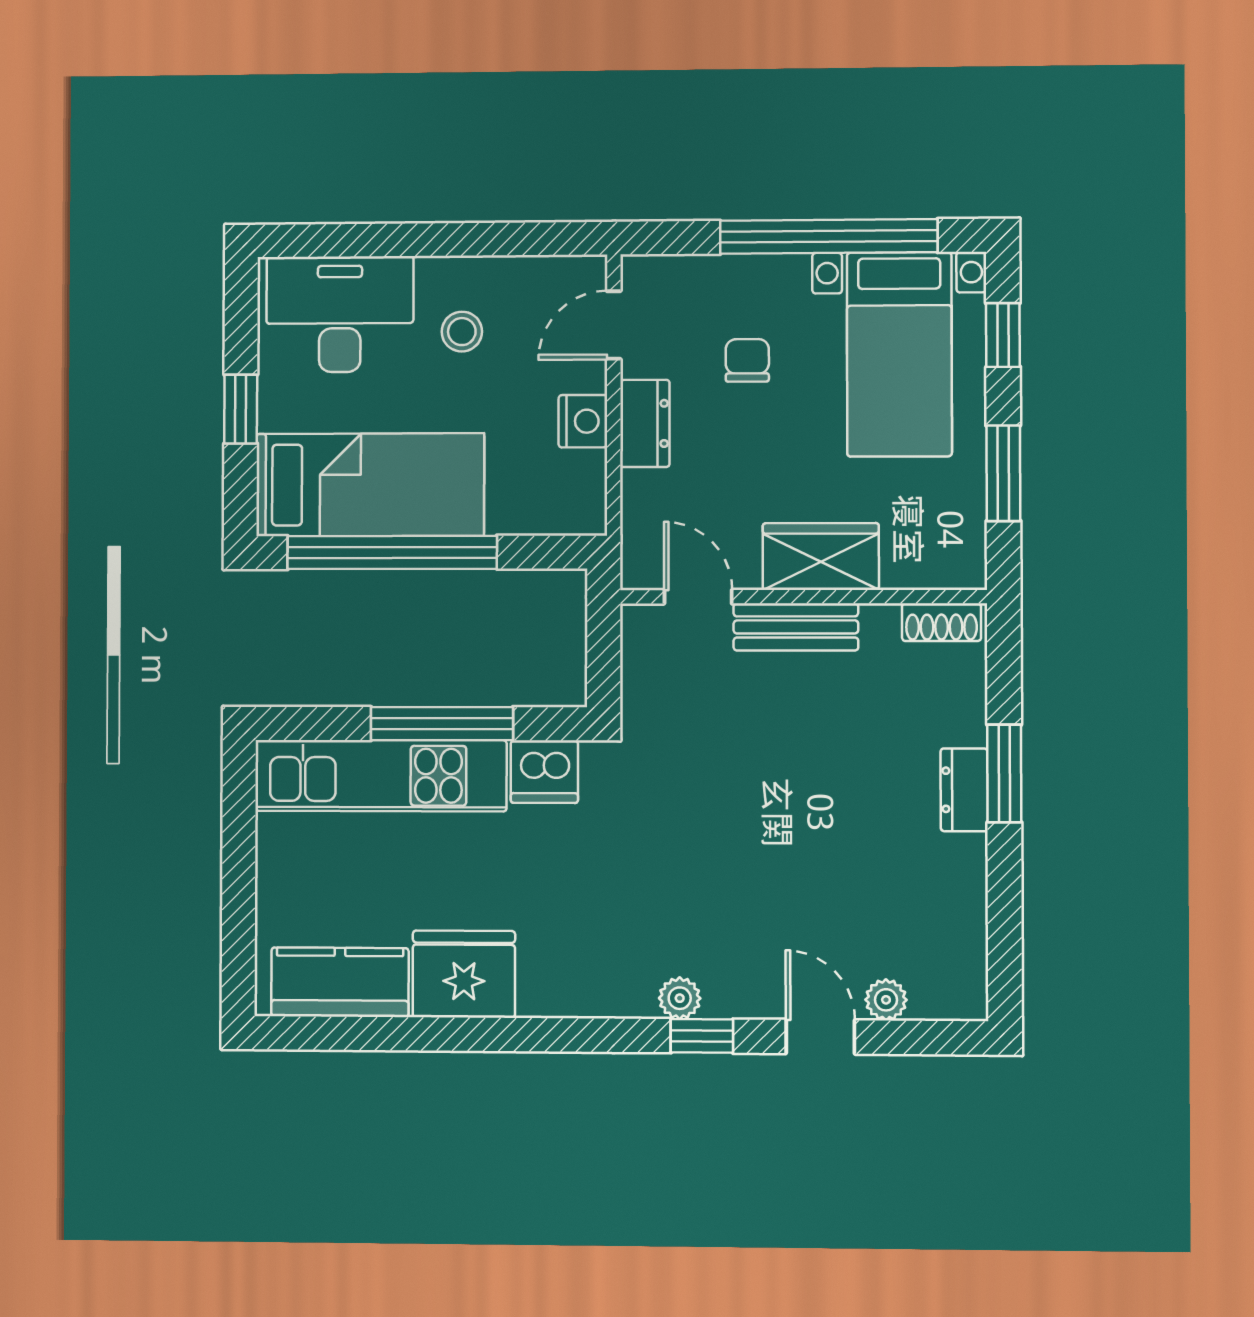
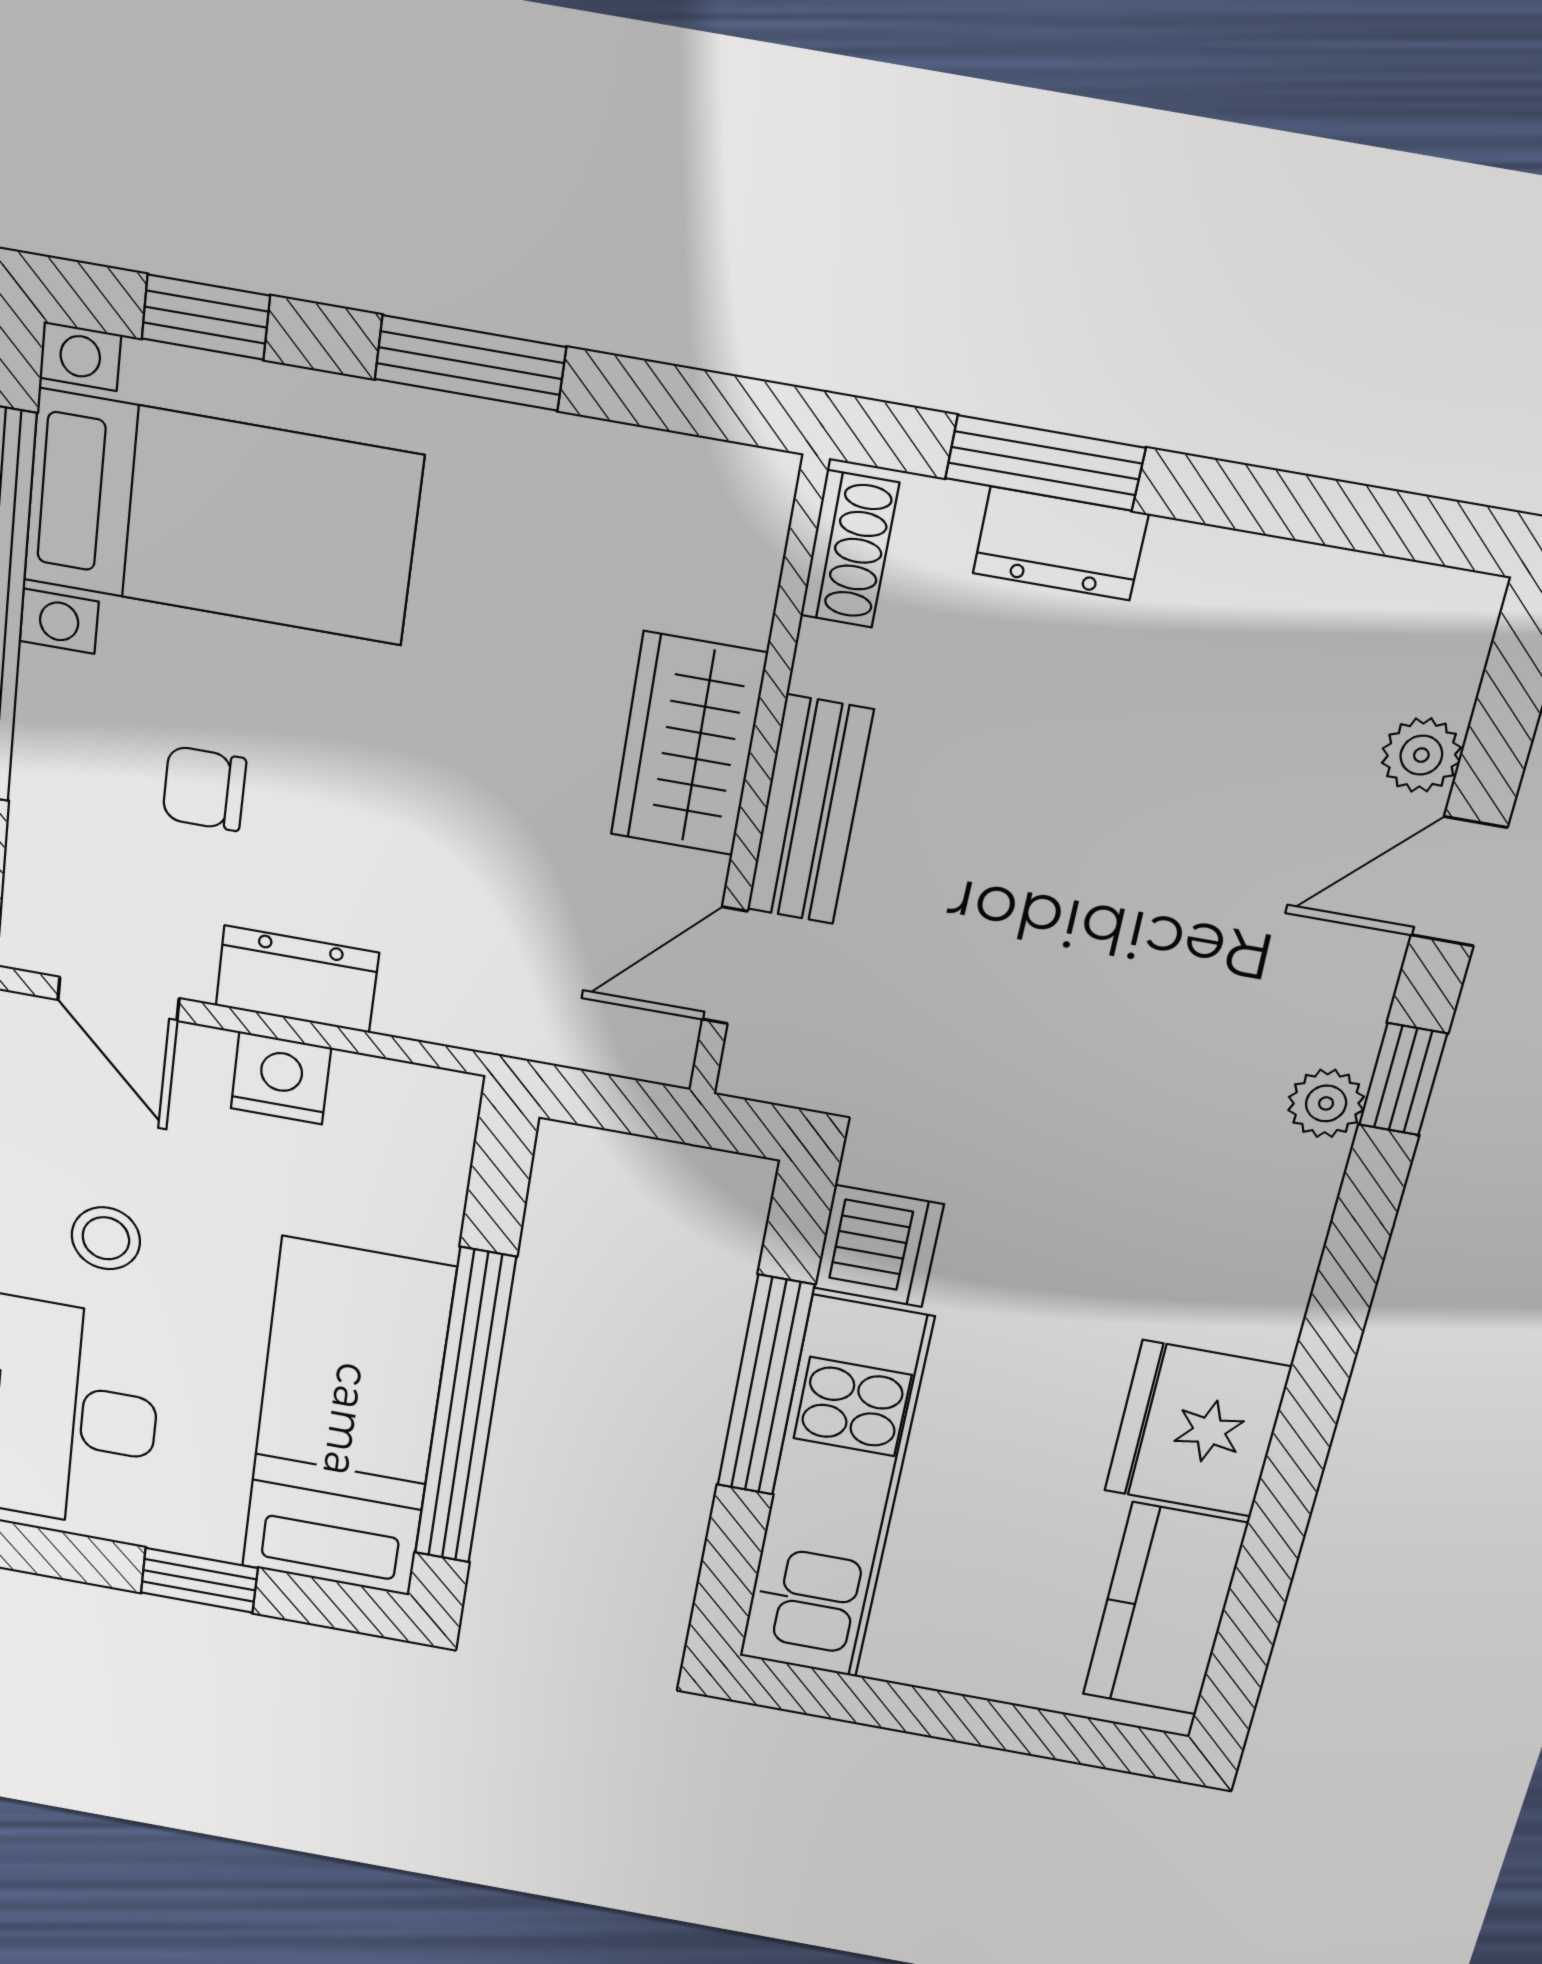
wardrobe: (821, 557) -> (689, 744), moved
door: (698, 597) -> (725, 966), moved
wall: (803, 597) -> (757, 788), moved
shoe rack: (941, 622) -> (850, 549), moved
bench: (796, 627) -> (810, 810), moved

